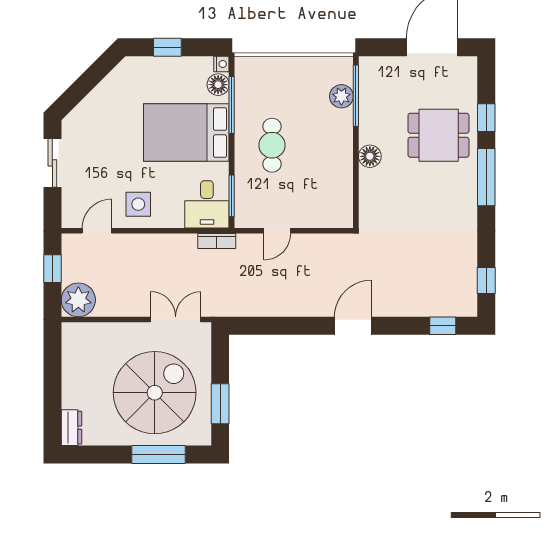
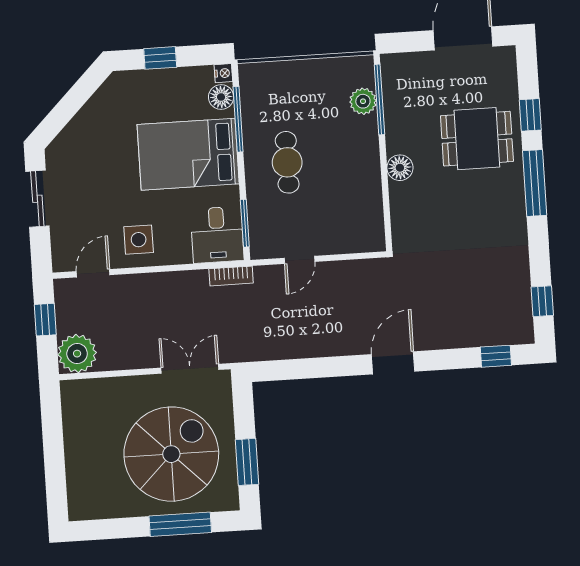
dresser: (71, 428) -> (79, 500), removed

